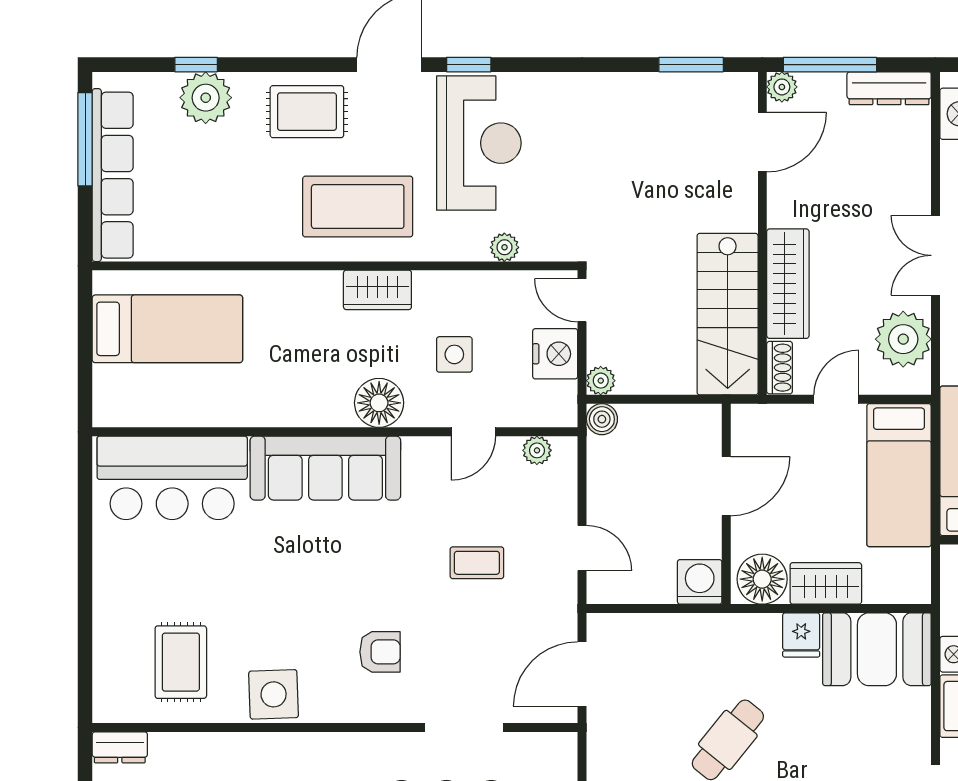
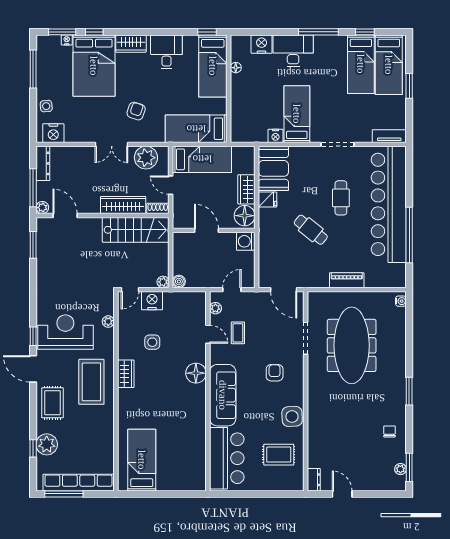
floor lamp: (379, 403) -> (196, 373), moved
wall: (335, 432) -> (208, 391), moved
door: (474, 432) -> (208, 334), moved
plant: (537, 450) -> (215, 308), moved
sofa: (325, 468) -> (223, 395), moved
bar counter: (172, 478) -> (227, 458), moved

